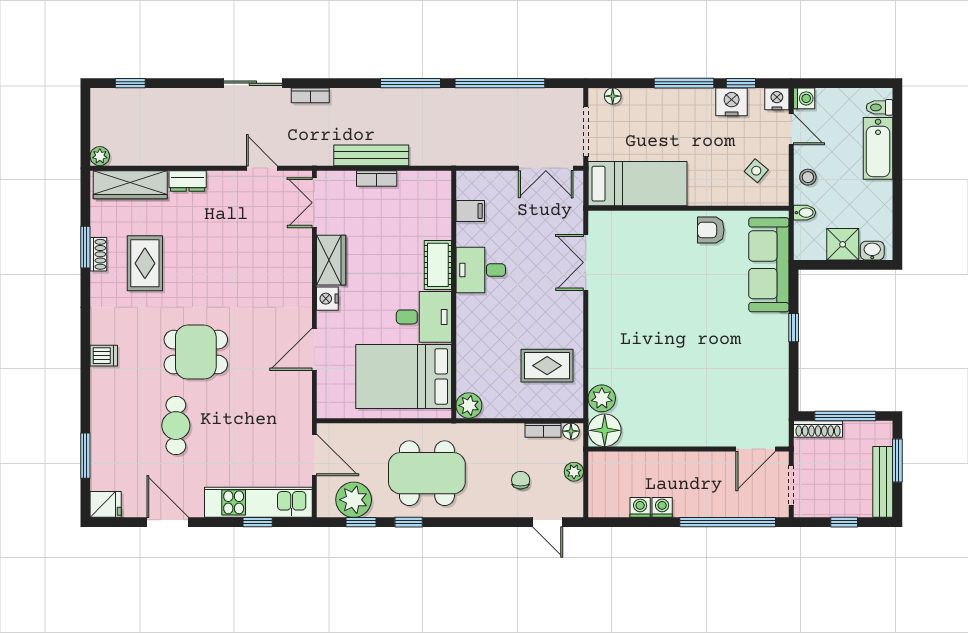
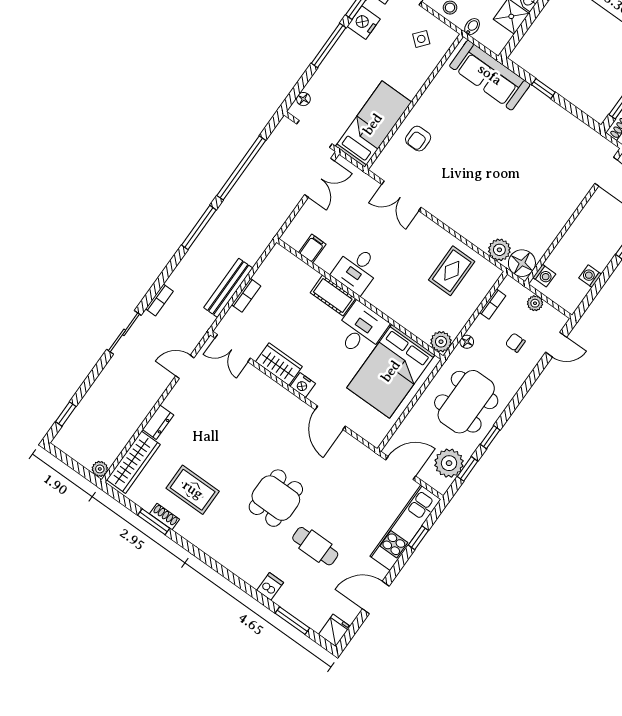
armchair: (711, 230) -> (418, 139), moved
dishwasher: (104, 356) -> (270, 586), moved
floor lamp: (571, 431) -> (467, 342), moved
washing machine: (662, 507) -> (544, 276), moved, turned 180

